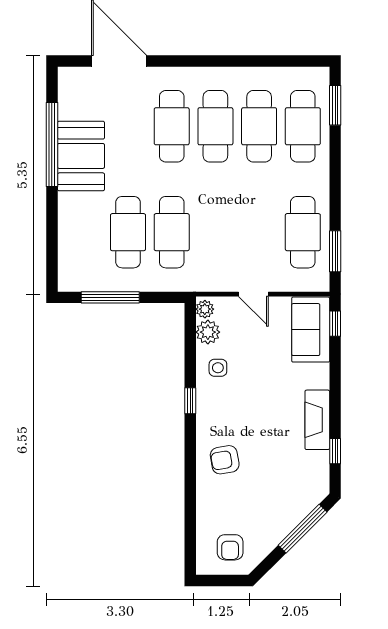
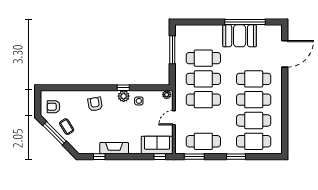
window: (335, 105) -> (236, 157), moved
cafe table: (215, 232) -> (203, 100), added
plant: (208, 332) -> (124, 96), moved
coffee table: (272, 520) -> (67, 127), added
window: (303, 529) -> (55, 133), moved

